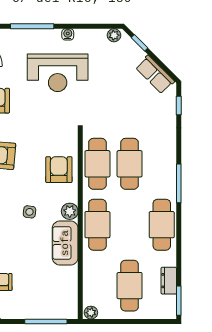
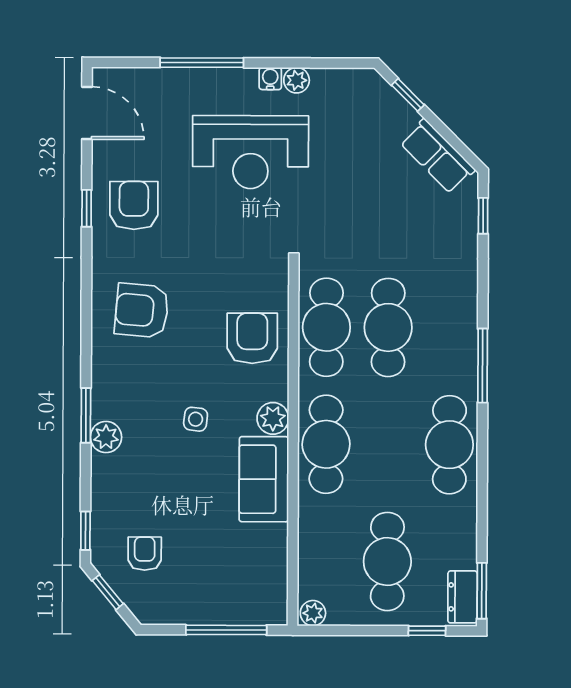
plant: (114, 35) -> (297, 80), moved
dresser: (169, 281) -> (463, 597), moved
window: (150, 322) -> (427, 631), added

